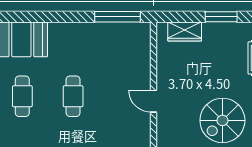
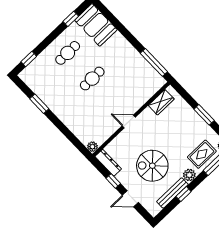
wardrobe: (185, 32) -> (161, 102), moved, turned -90
door: (153, 101) -> (129, 121), hinge flipped

